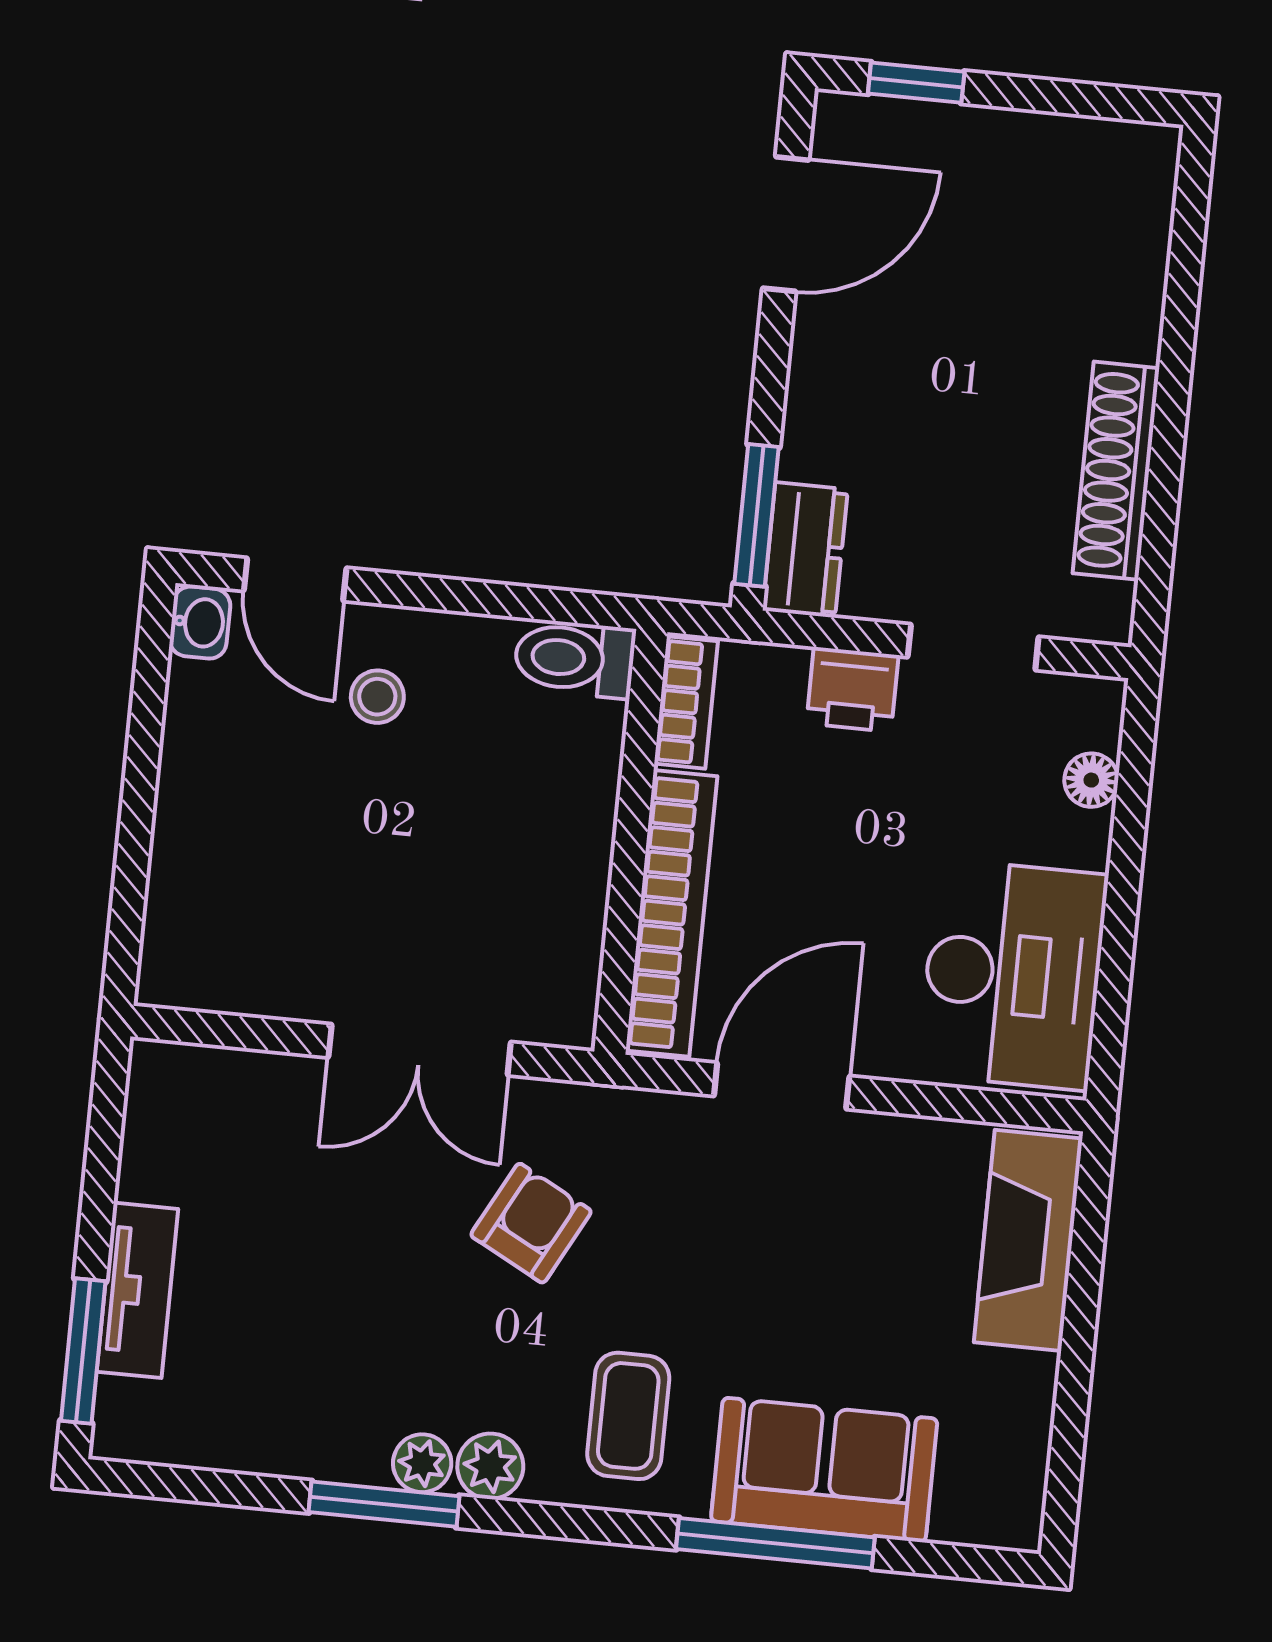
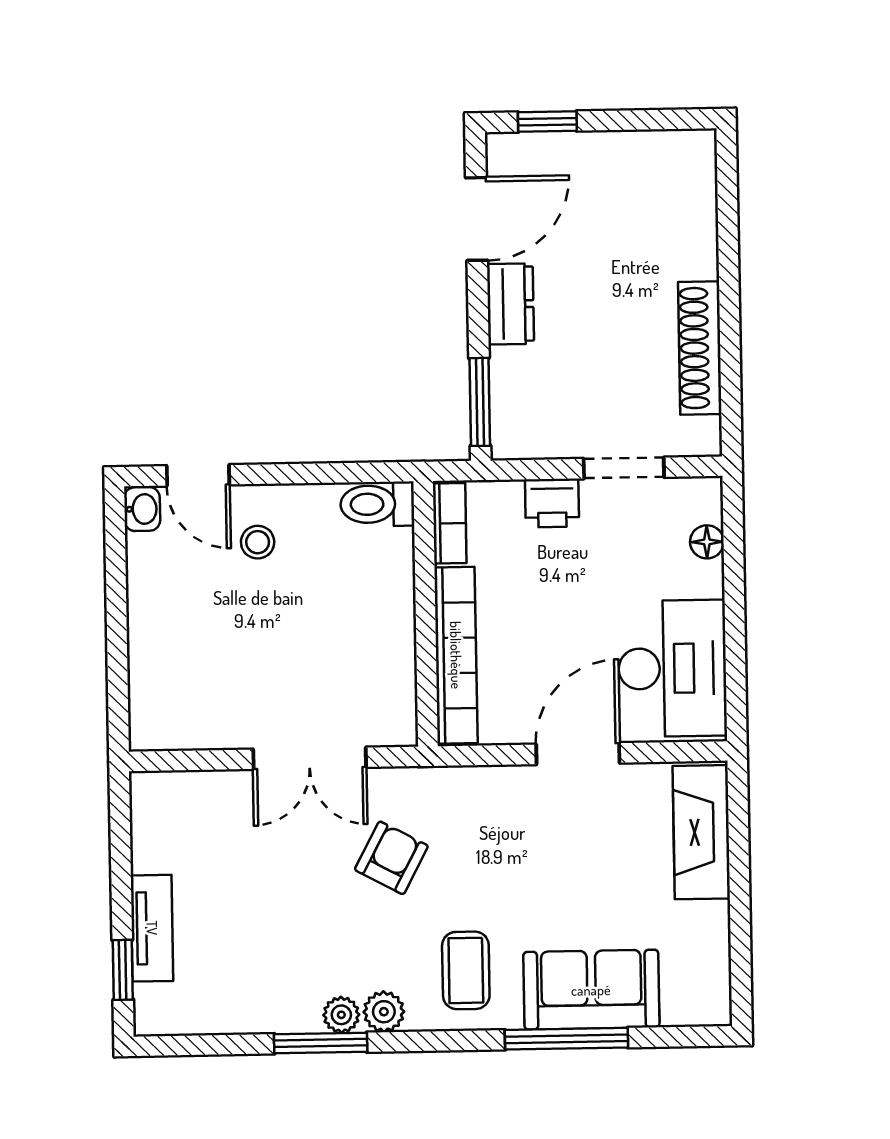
dresser: (805, 550) -> (510, 304), moved
door: (782, 1086) -> (578, 754), moved
window: (83, 1351) -> (123, 970), width x0.67

